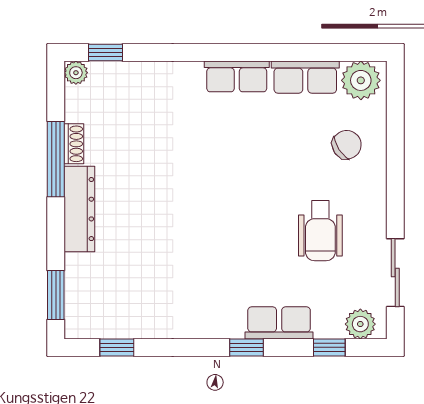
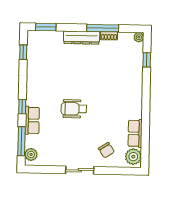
window: (105, 53) -> (147, 60), moved
row of seats: (237, 76) -> (136, 105), removed
wheelchair: (320, 231) -> (74, 109), moved
sliding door: (395, 273) -> (80, 170), moved
window: (329, 347) -> (22, 141), width x2.17

